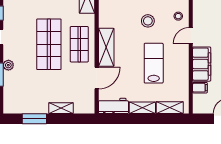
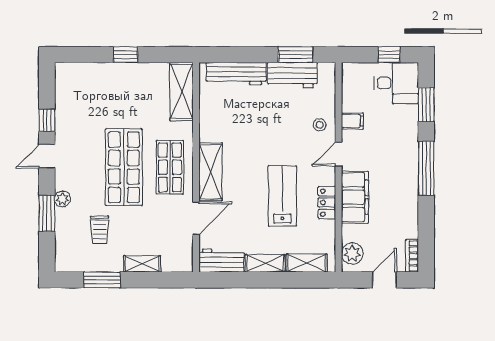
stool: (148, 21) -> (274, 132), removed
locker: (183, 68) -> (327, 203), added
trolley: (33, 86) -> (100, 230), added
filing cabinet: (200, 88) -> (352, 121), moved
plant: (200, 101) -> (352, 253), added

